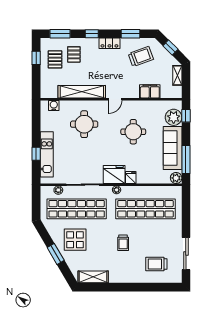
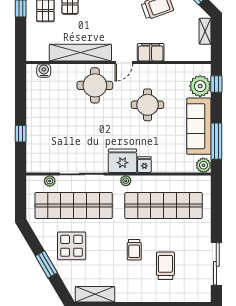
filing cabinet: (150, 91) -> (151, 52), moved
round table: (84, 124) -> (95, 85), moved
kitchen unit: (47, 154) -> (35, 134), removed
trolley: (156, 264) -> (165, 266), moved, turned 90

